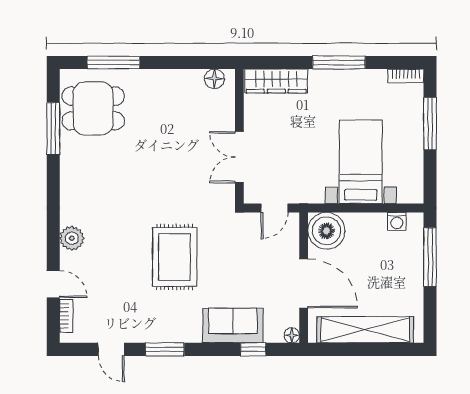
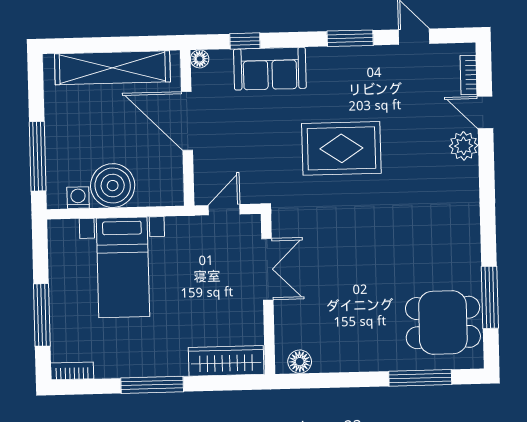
boiler: (326, 231) -> (113, 186), moved
plant: (72, 238) -> (464, 146), moved
rug: (175, 257) -> (341, 148), turned 90

